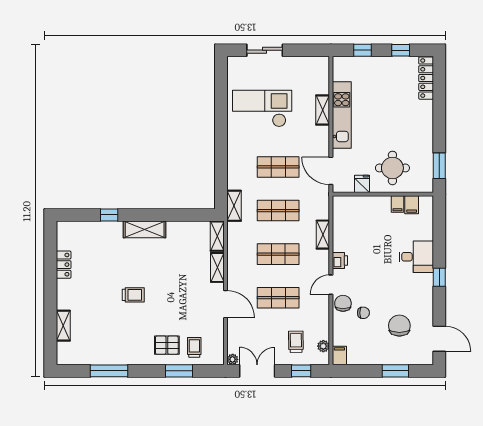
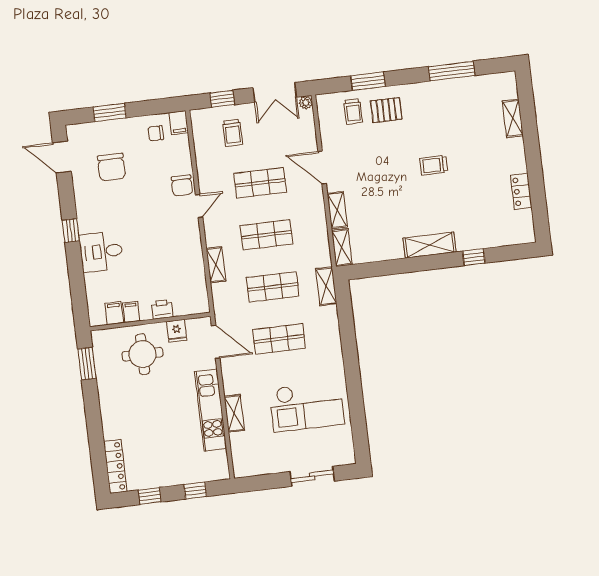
printer: (340, 261) -> (162, 309), moved, turned 90
chair: (363, 313) -> (156, 133), moved
plant: (323, 346) -> (199, 132), removed

